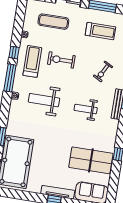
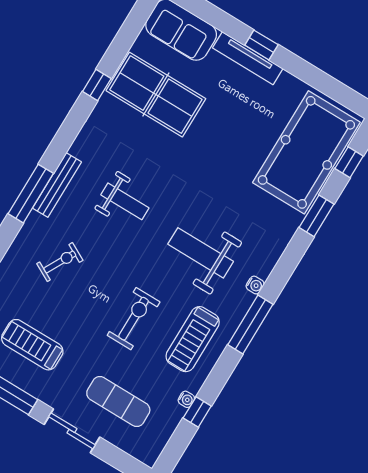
window: (14, 52) -> (197, 412), moved
exercise bike: (61, 60) -> (134, 319), turned -90
weight bench: (44, 100) -> (201, 253), turned 180

